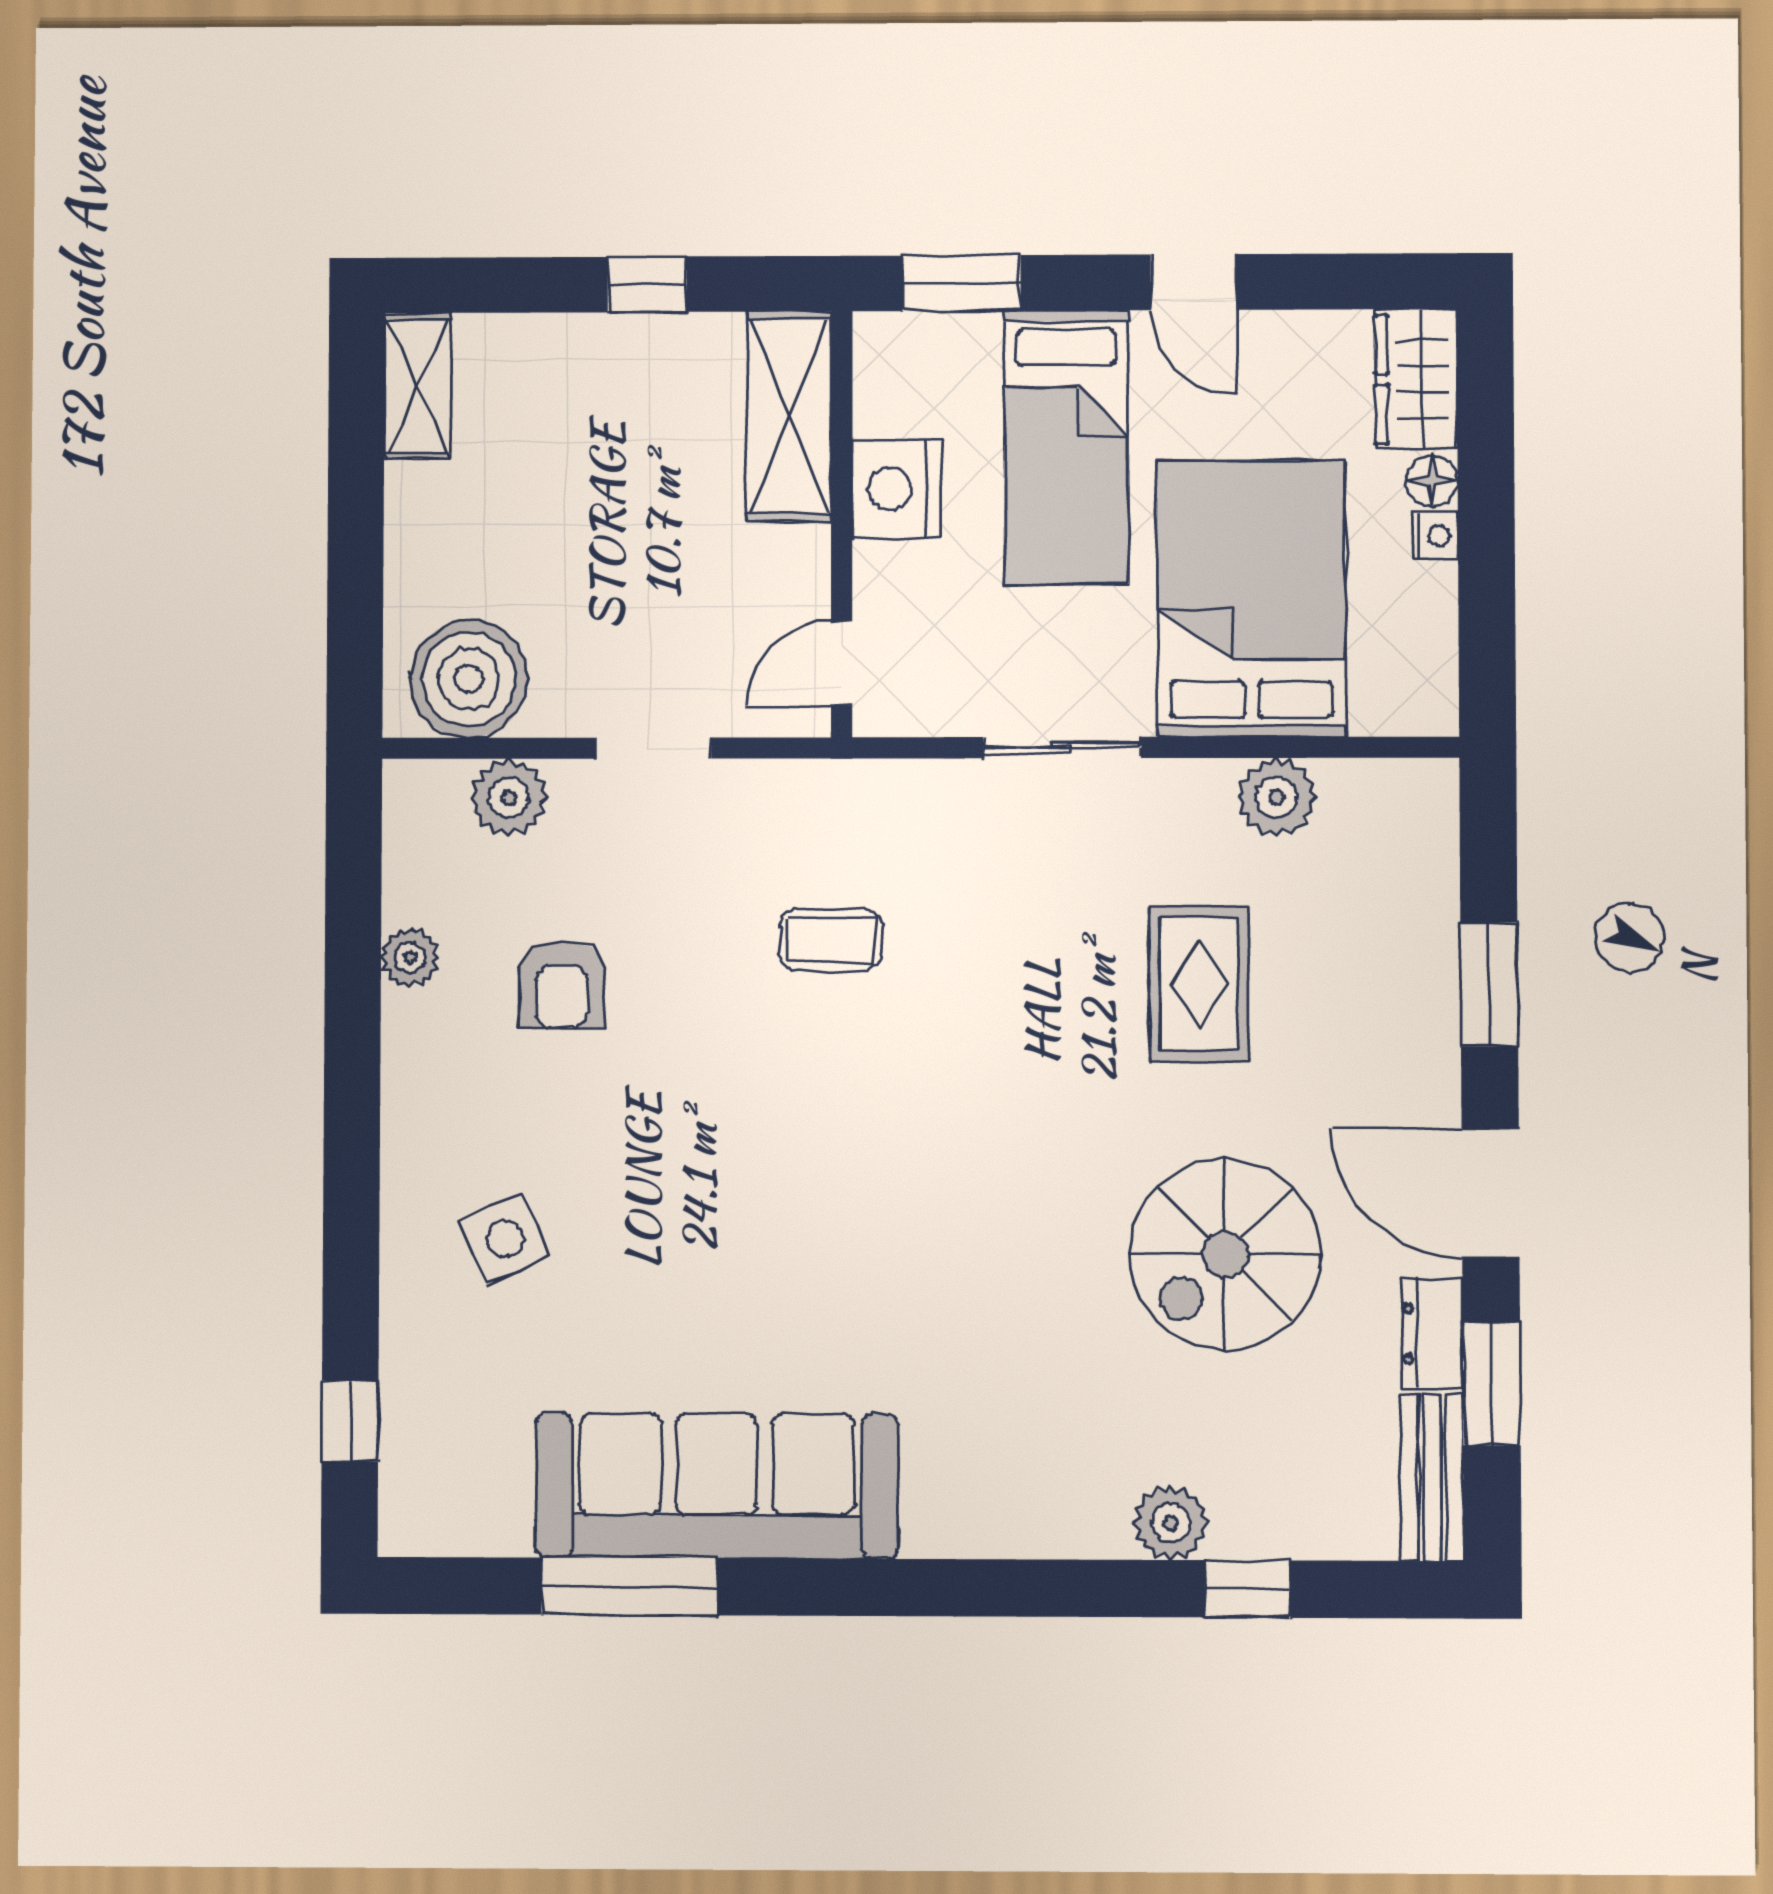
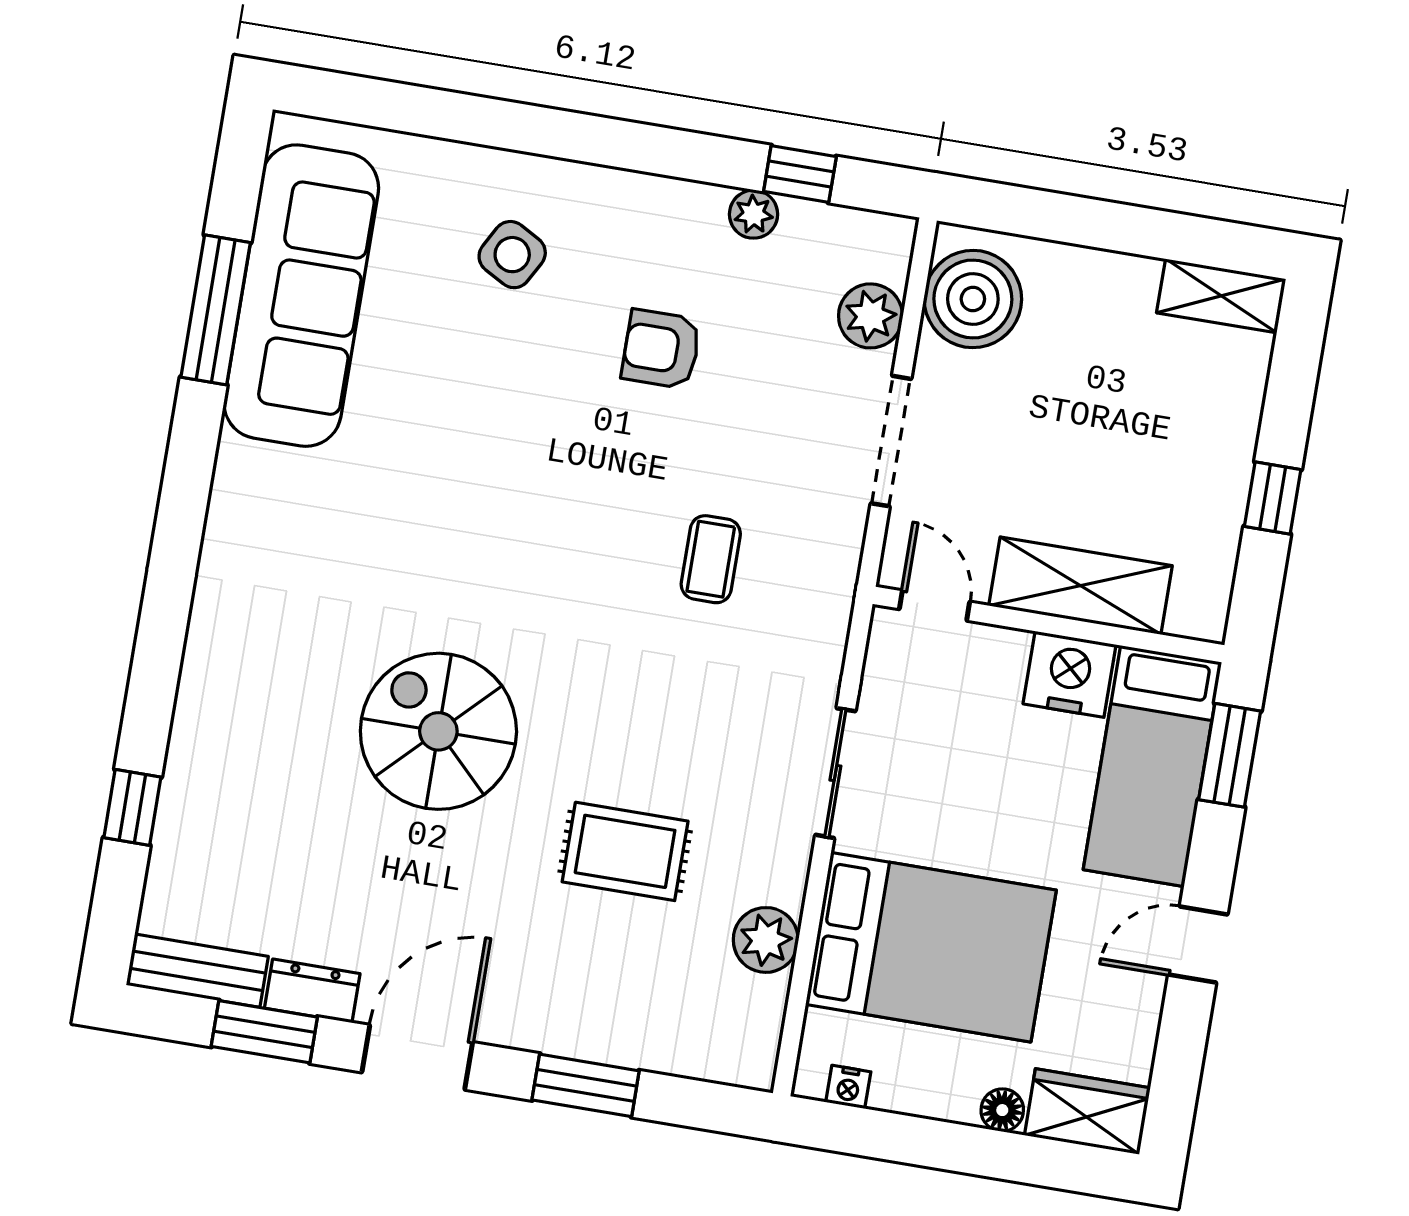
shelving: (789, 416) -> (1081, 586), moved
bed: (1066, 447) -> (1152, 766), moved, turned -90
nightstand: (1435, 536) -> (848, 1087), moved
doorway: (654, 748) -> (891, 441), width x1.38
armchair: (562, 985) -> (661, 349), moved
side table: (505, 1239) -> (512, 255), turned -37
spiral stairs: (1225, 1254) -> (438, 731), moved
window: (350, 1421) -> (800, 174), moved
sofa: (717, 1486) -> (301, 296), moved
plant: (1171, 1523) -> (195, 755), removed

